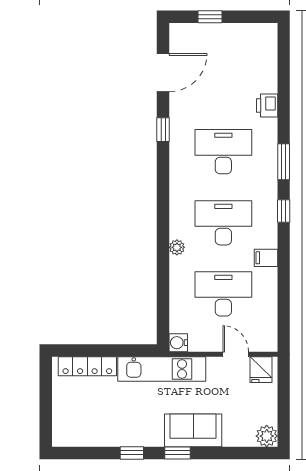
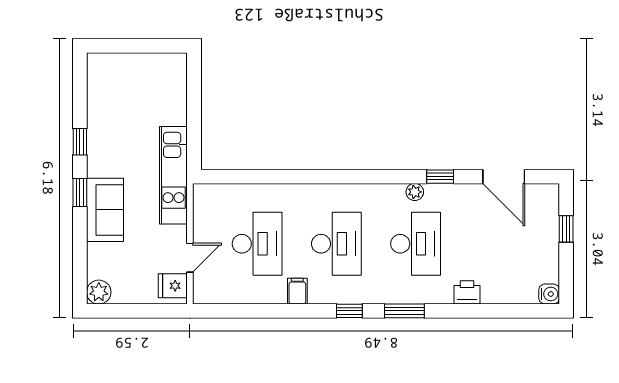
plant: (177, 247) -> (415, 192), moved
water cooler: (178, 343) -> (549, 294), moved, turned 90
locker: (87, 366) -> (177, 92), removed

